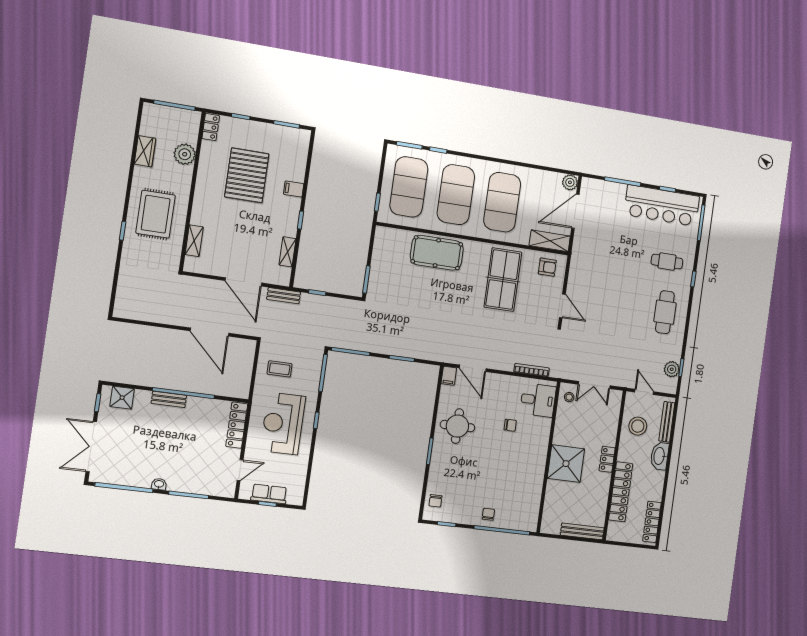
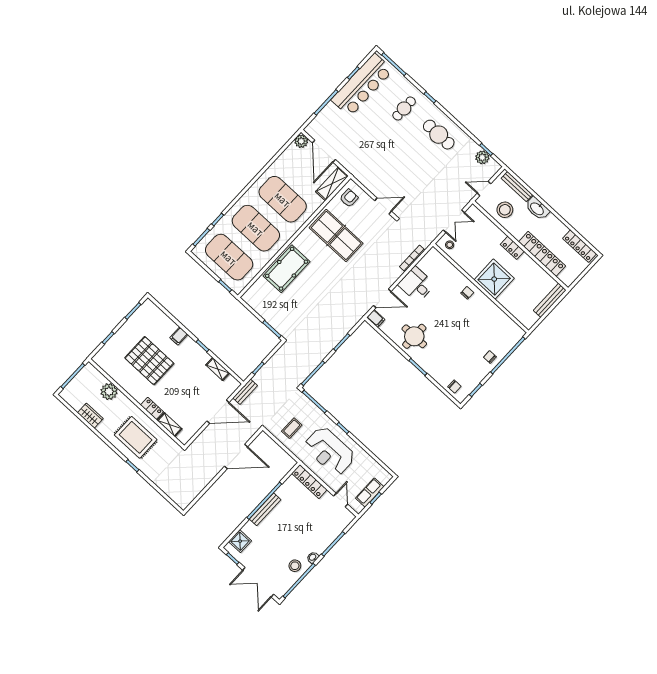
locker: (211, 127) -> (152, 408), moved
bench: (169, 399) -> (265, 509), width x1.36
desk: (538, 400) -> (416, 285), moved, turned -90
chair: (510, 425) -> (467, 293), moved
stool: (137, 472) -> (295, 566), added

